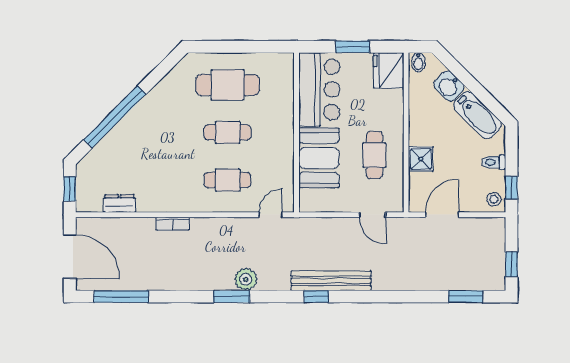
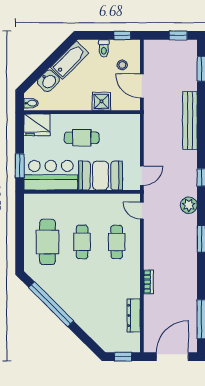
window: (352, 47) -> (20, 166), moved
window: (115, 117) -> (51, 304), moved
cafe table: (374, 155) -> (82, 138), moved
stool: (494, 199) -> (122, 65), moved
dresser: (119, 203) -> (134, 315), width x1.44
door: (373, 215) -> (142, 176), moved
plant: (246, 279) -> (189, 205), moved
bench: (331, 281) -> (190, 121), moved

